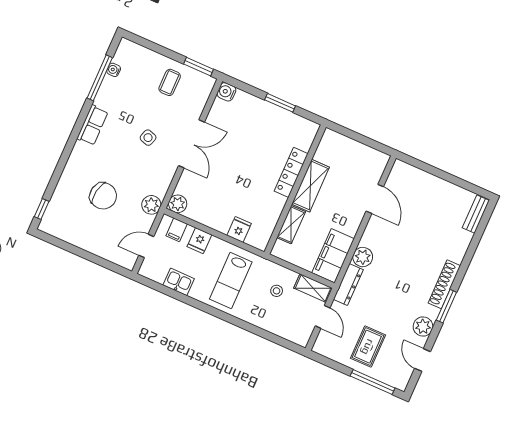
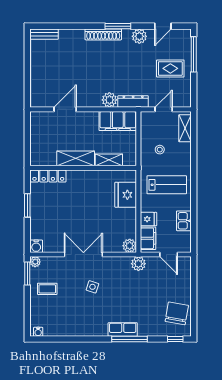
water cooler: (114, 70) -> (38, 332), moved
window: (100, 78) -> (130, 339), moved
plant: (208, 82) -> (35, 262), added
row of seats: (92, 125) -> (123, 329), moved
locker: (291, 172) -> (48, 176), moved
chair: (103, 196) -> (177, 313), moved
fridge: (239, 229) -> (126, 195), width x1.88, depth x1.34
filing cabinet: (177, 230) -> (148, 238), width x2.00
shelving: (313, 288) -> (185, 128), moved

